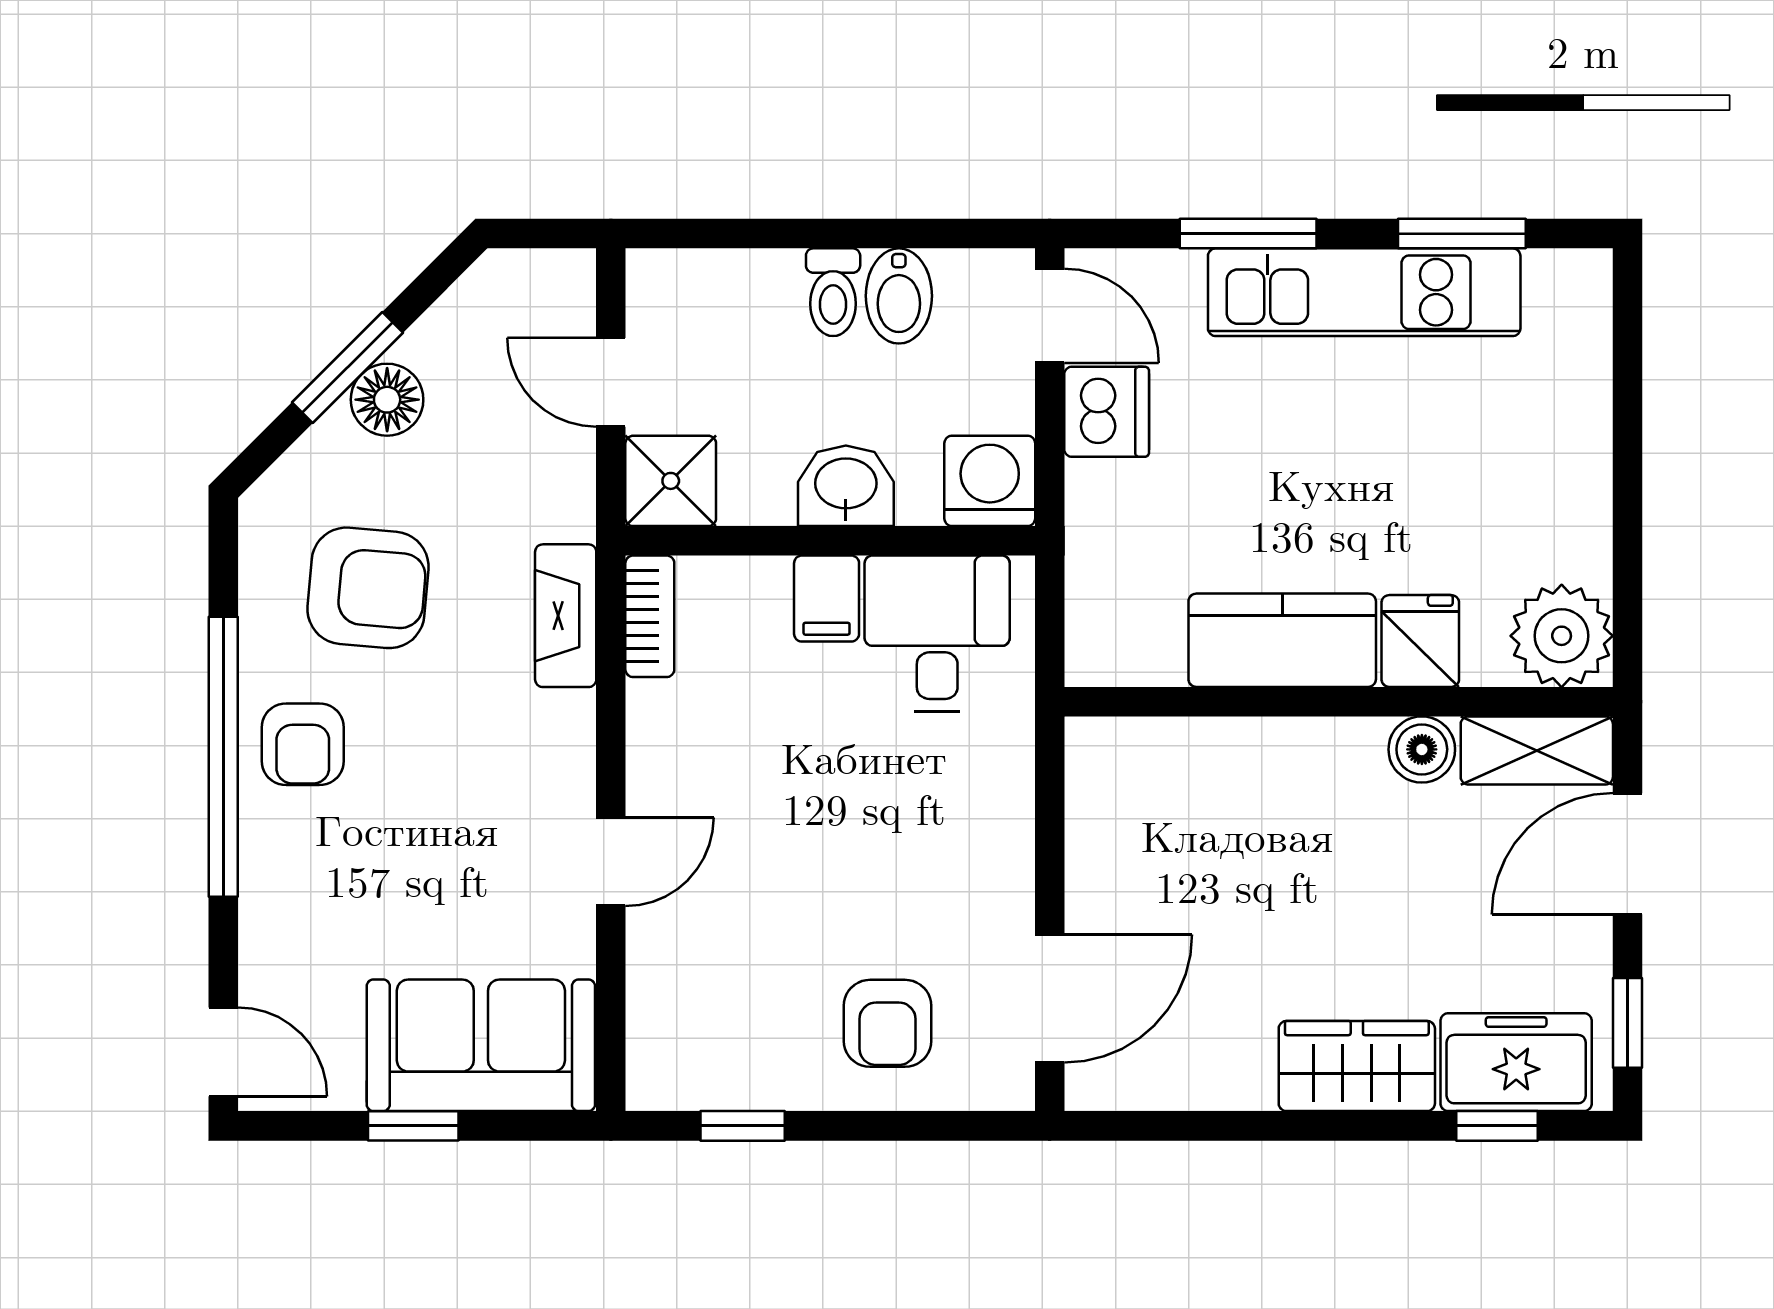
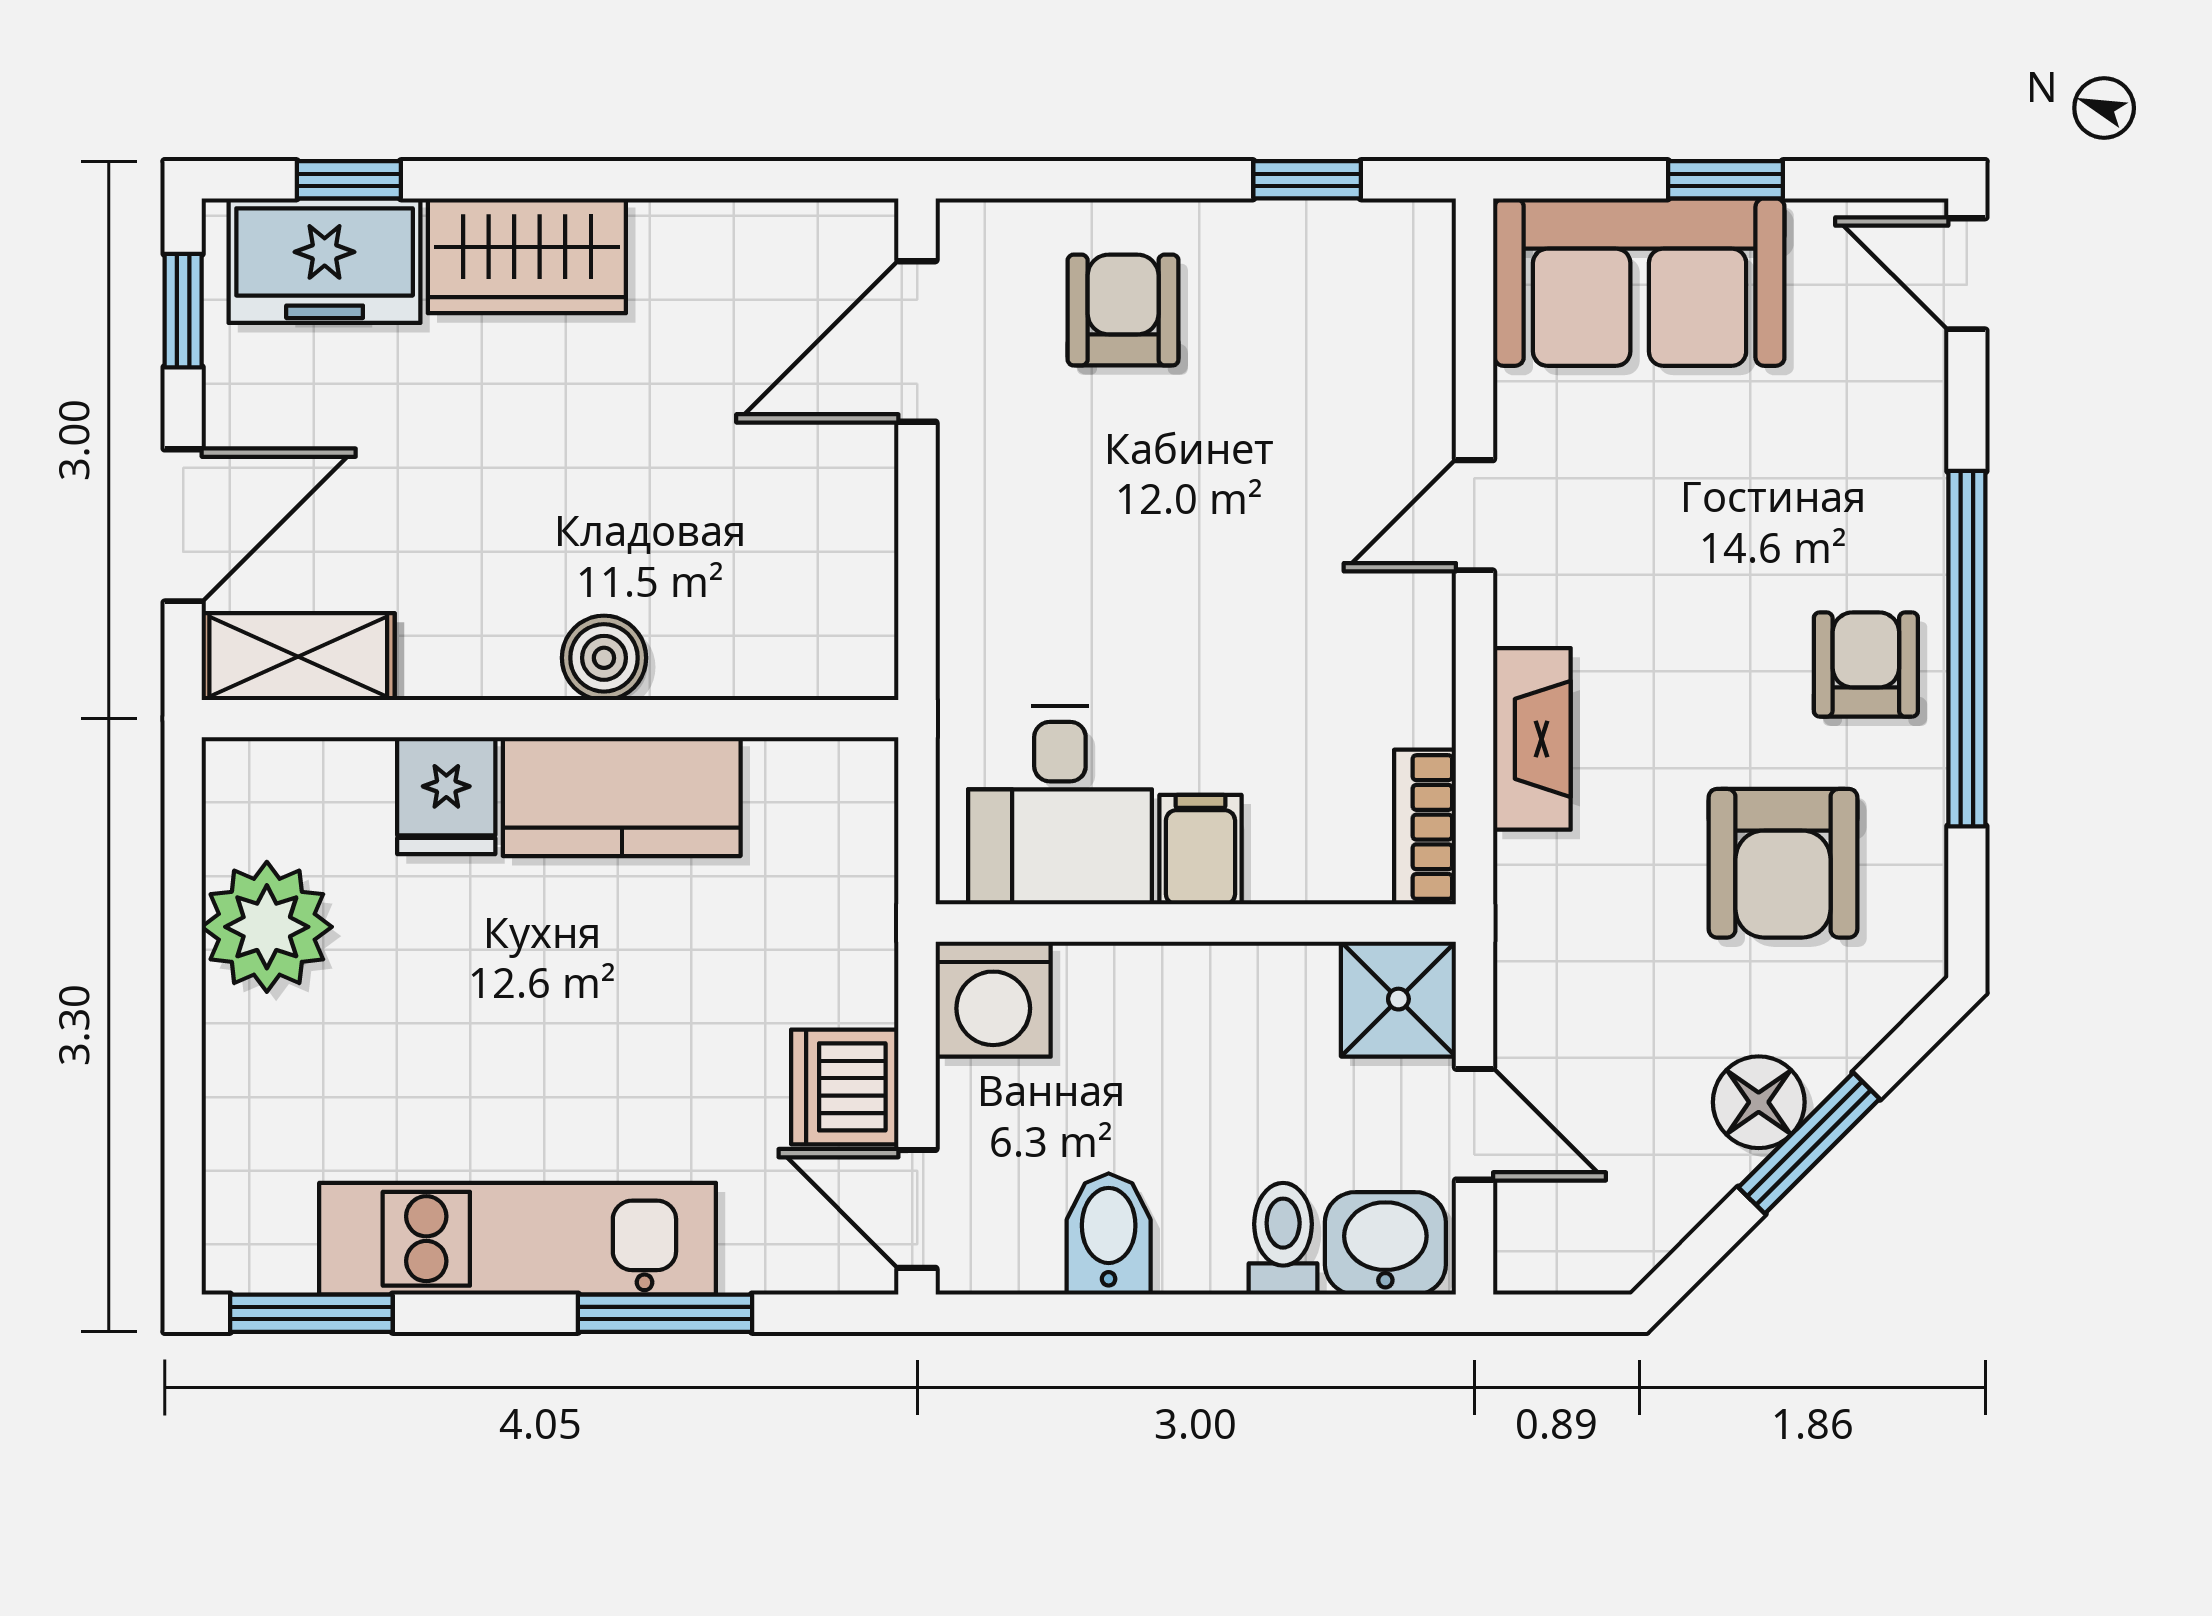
window: (1462, 234) -> (311, 1313), moved
toilet: (833, 292) -> (1283, 1239), moved
washbasin: (846, 486) -> (1385, 1243), moved, turned 180
armchair: (368, 588) -> (1783, 863), turned -95
fireplace: (566, 616) -> (1532, 739), moved
plant: (1562, 636) -> (267, 927), moved
boiler: (1422, 749) -> (604, 658), moved

